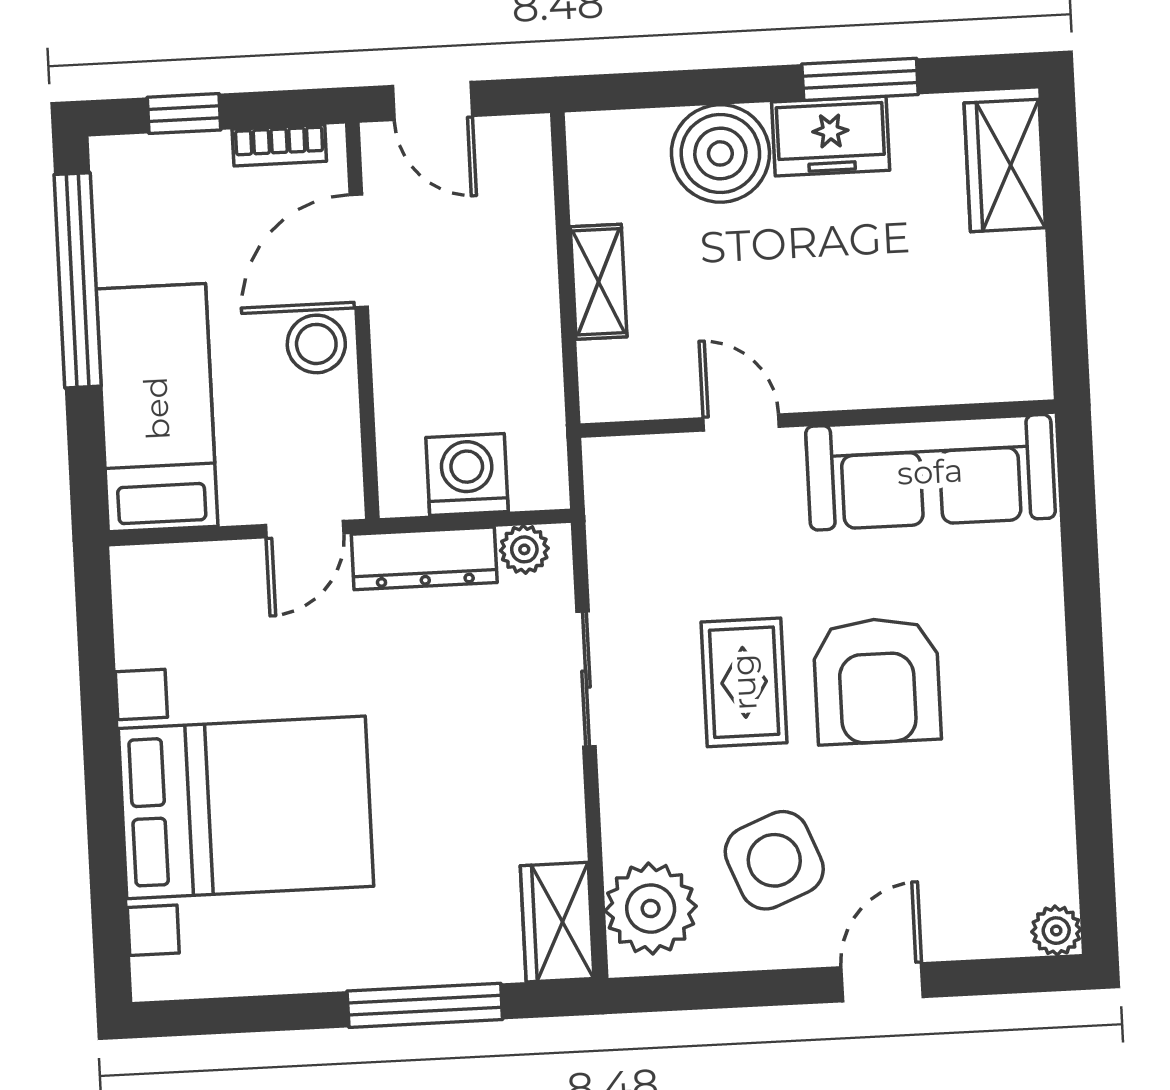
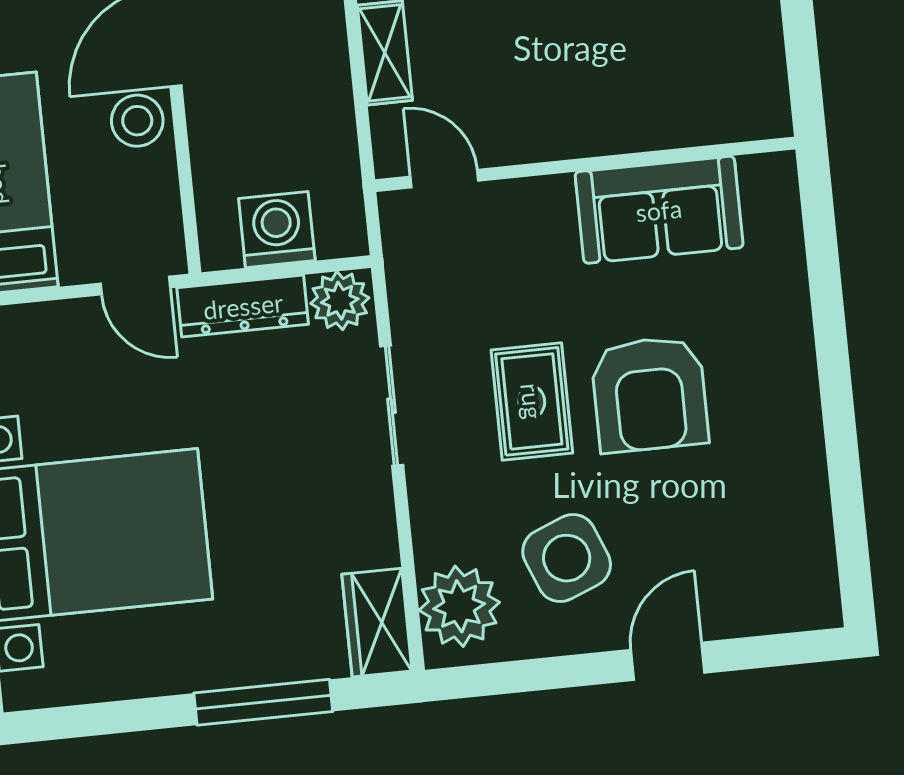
door: (741, 422) -> (444, 179), moved
sofa: (930, 472) -> (659, 210), width x0.73
door: (305, 529) -> (135, 285), hinge flipped
plant: (524, 549) -> (340, 301), width x1.38, depth x1.38
plant: (1056, 931) -> (820, 608), removed

